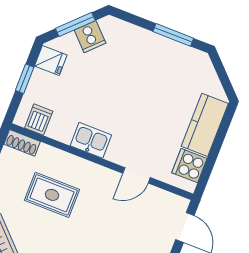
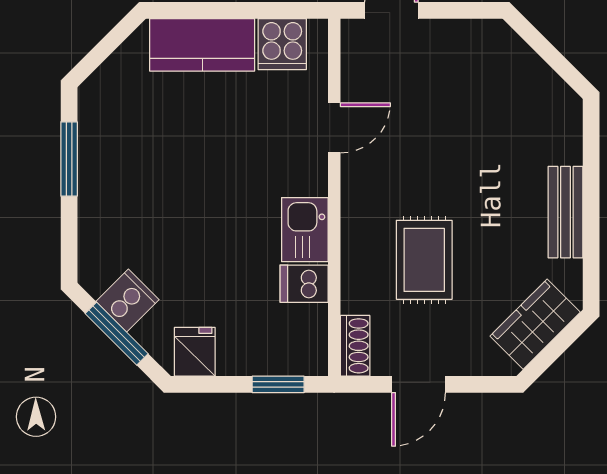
window: (25, 79) -> (278, 384), moved
dishwasher: (39, 120) -> (304, 284), moved
door: (137, 175) -> (334, 128), hinge flipped

